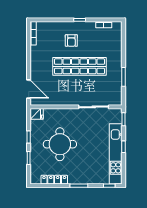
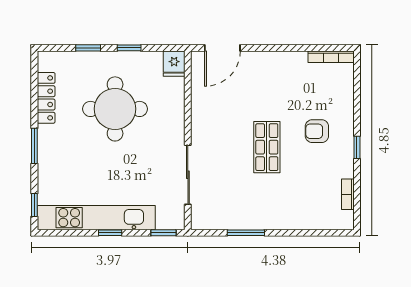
shop shelf: (80, 66) -> (267, 147), width x0.50, depth x0.74

